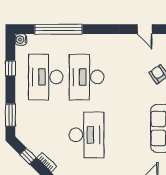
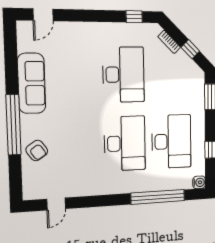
door: (145, 29) -> (56, 204), swing flipped
desk: (87, 135) -> (123, 75), turned 180

